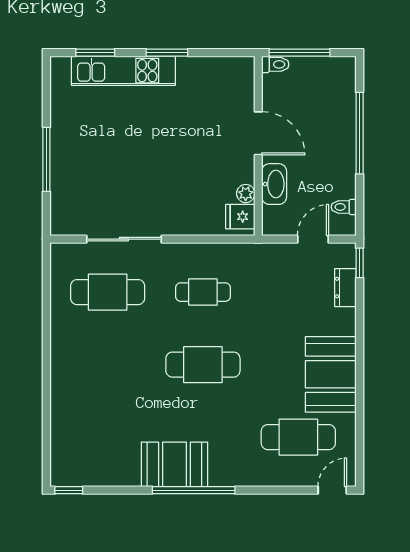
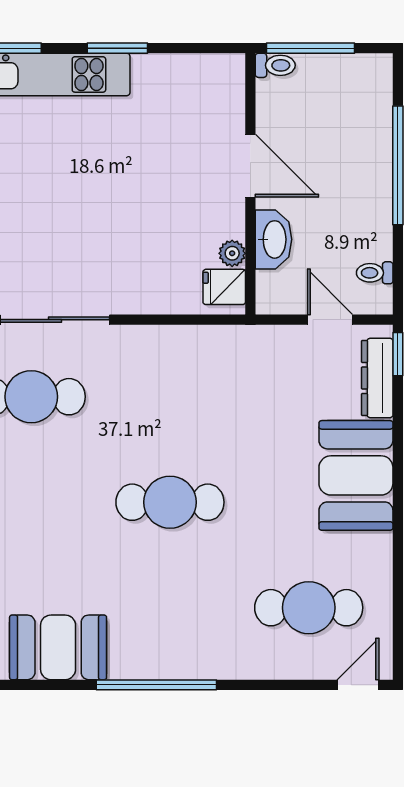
door: (313, 239) -> (330, 320), hinge flipped
dresser: (345, 288) -> (377, 378), width x1.44
cafe table: (203, 292) -> (170, 397), removed
booth: (331, 374) -> (356, 475), moved
booth: (174, 464) -> (58, 647), moved

